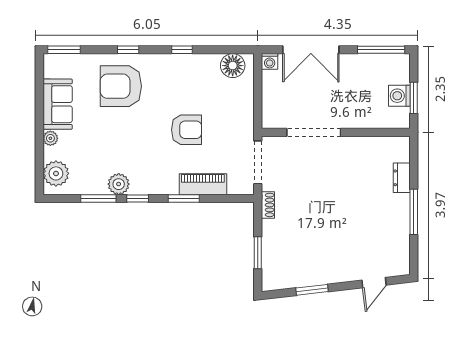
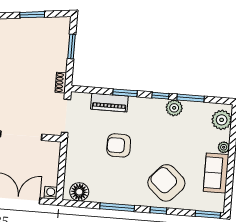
window: (182, 50) -> (117, 207), width x2.17
armchair: (121, 86) -> (166, 183), turned -138

